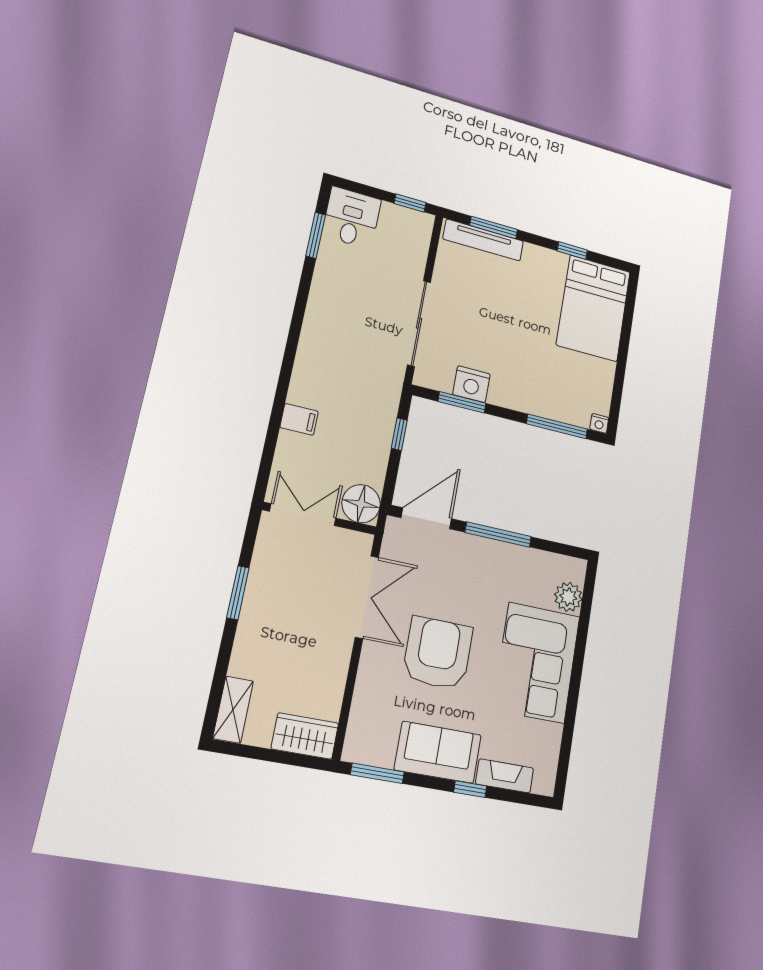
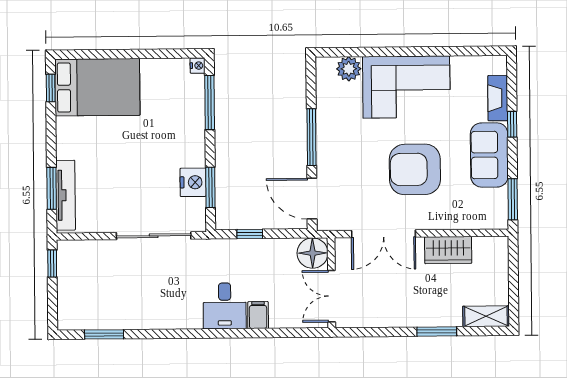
desk: (352, 218) -> (225, 306), moved, turned -90
window: (572, 250) -> (51, 88), moved
window: (238, 593) -> (437, 331), moved
double door: (367, 597) -> (384, 234), swing flipped
wardrobe: (305, 736) -> (448, 250), moved, turned -90

